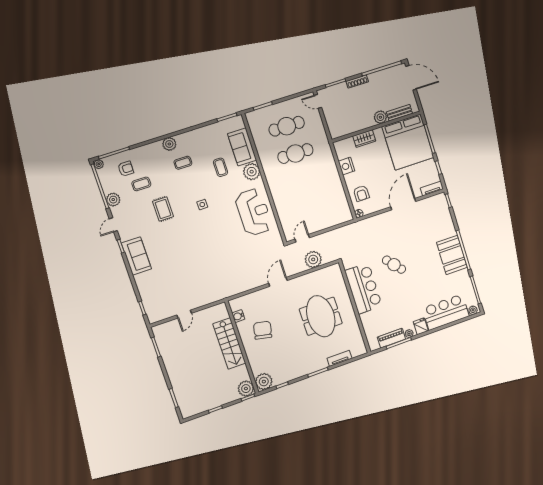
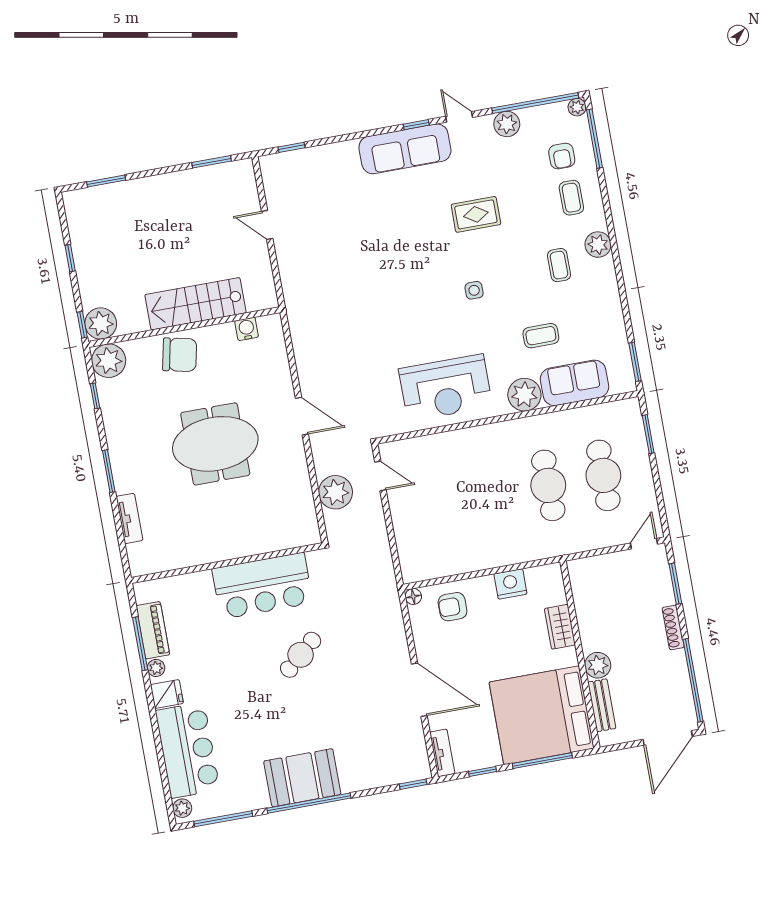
coffee table: (141, 184) -> (571, 198), moved
sofa: (136, 256) -> (405, 149), width x1.36
meeting table: (321, 316) -> (215, 444), moved
chair: (263, 330) -> (180, 355), moved

